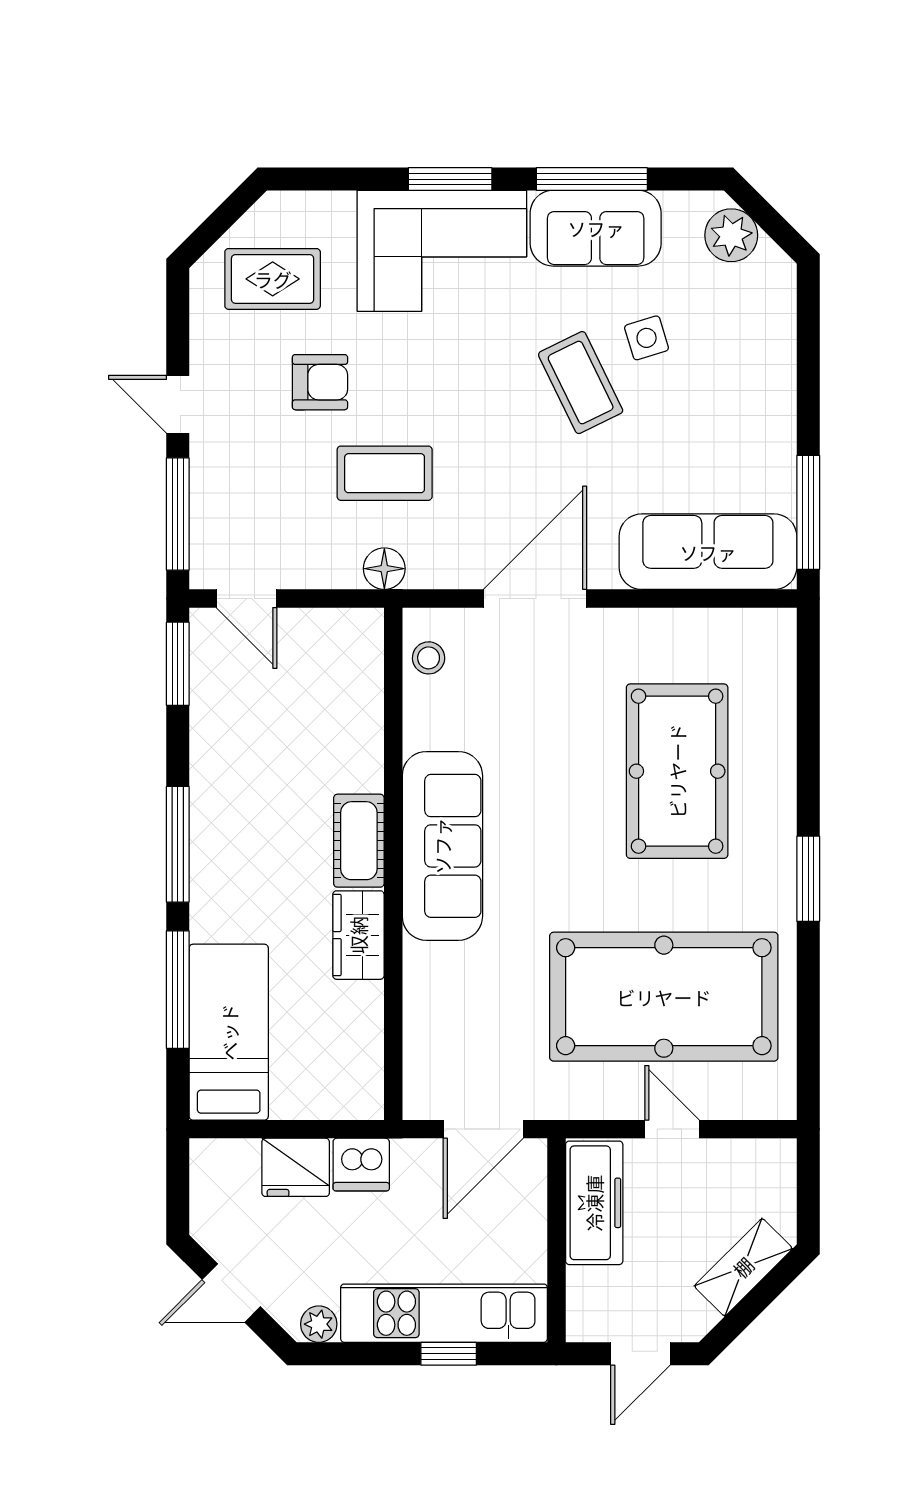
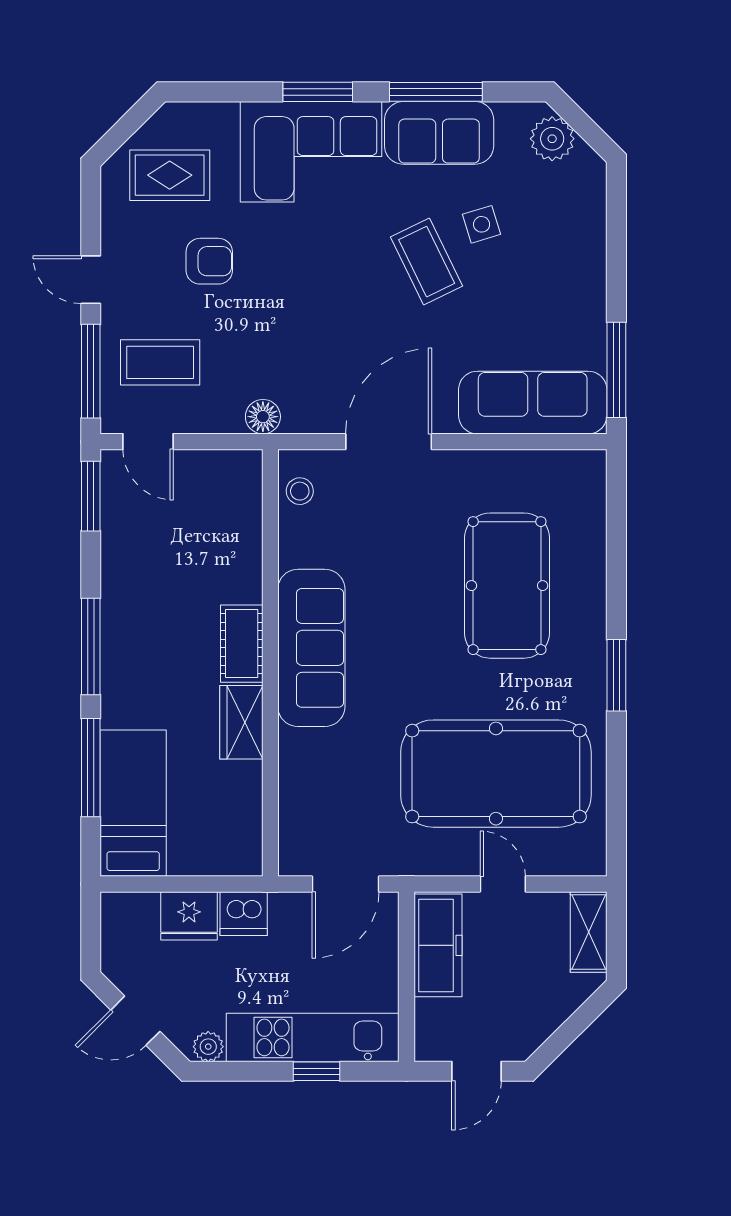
coffee table: (385, 473) -> (160, 362), moved
shelving: (743, 1267) -> (589, 932), moved, turned -45

